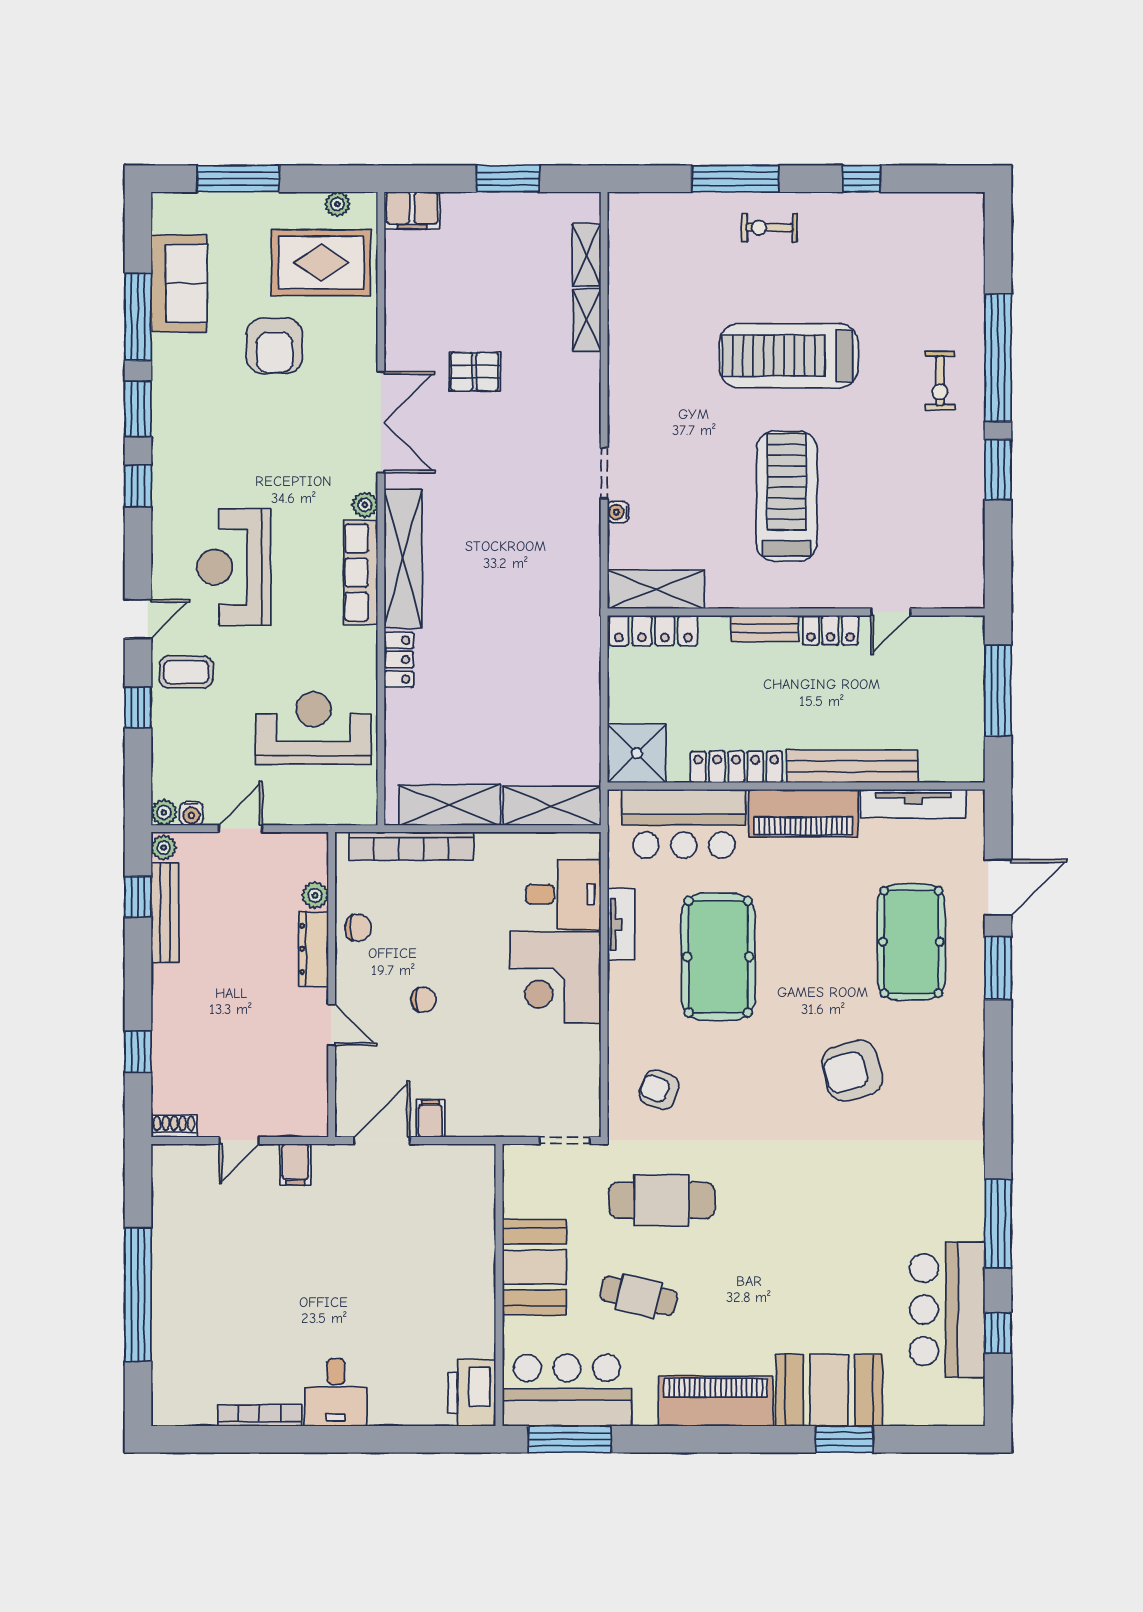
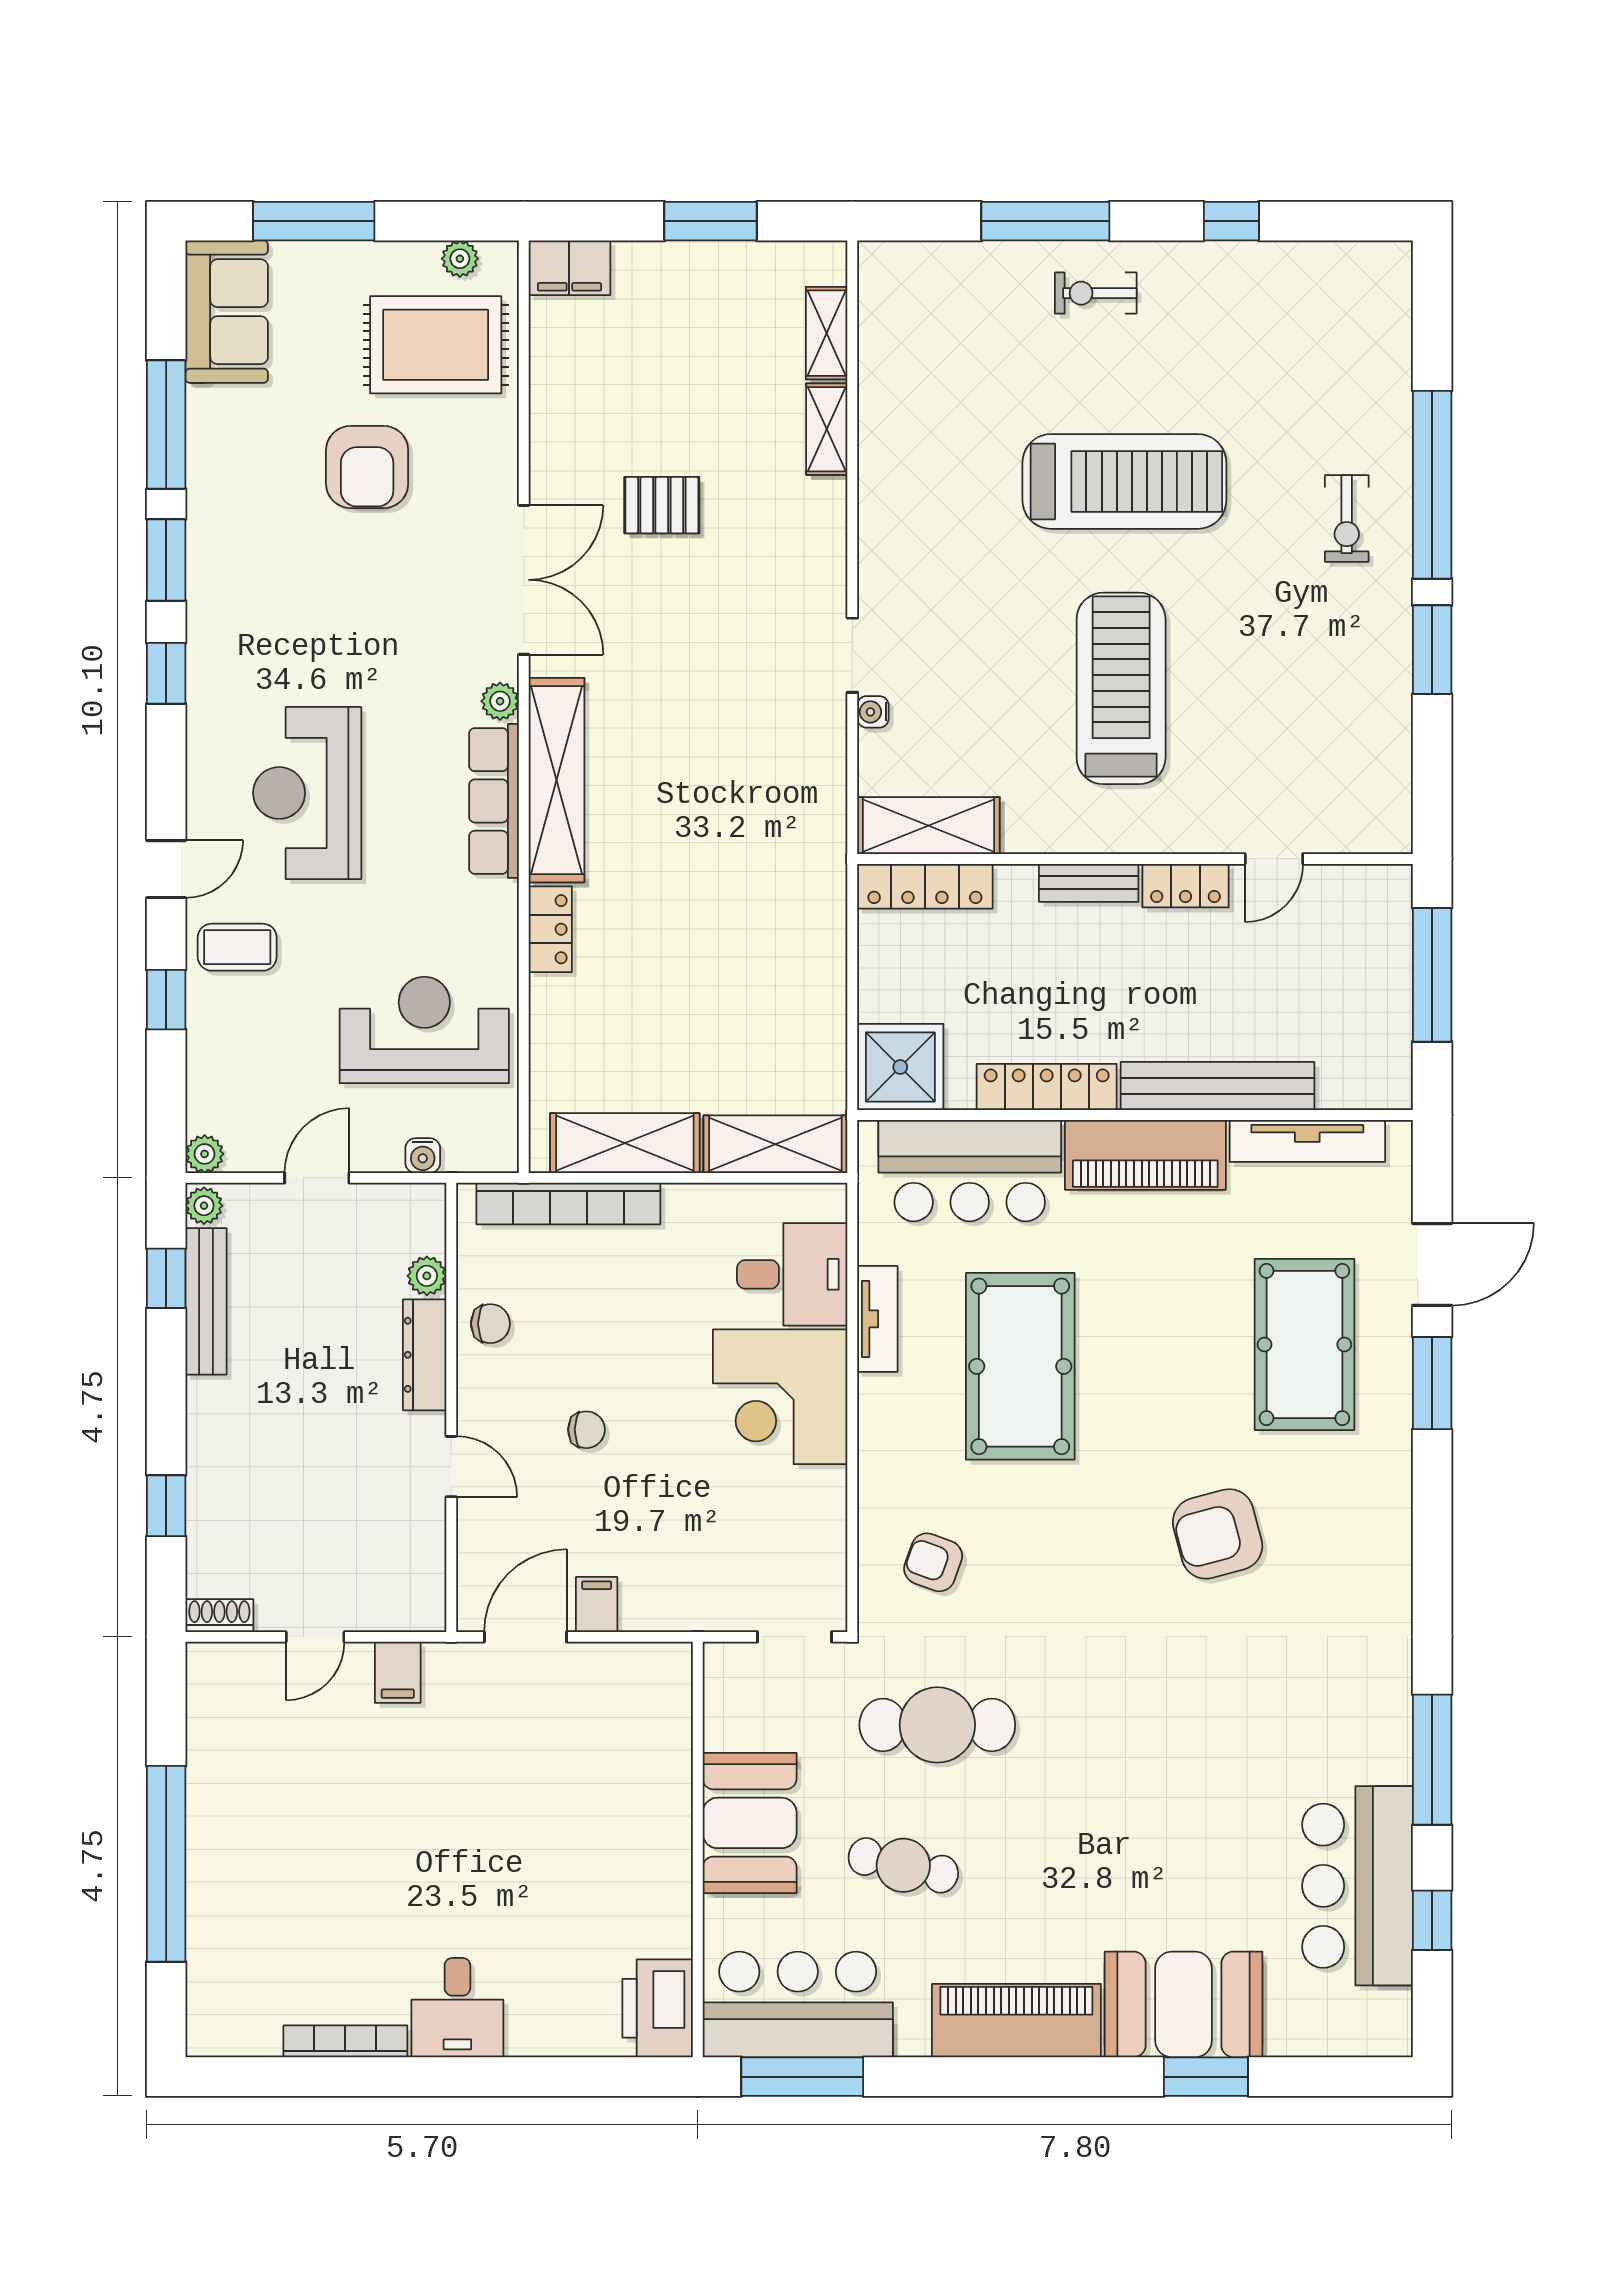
sofa: (179, 283) -> (227, 312), moved
treadmill: (789, 356) -> (1124, 481), turned 180
water cooler: (191, 814) -> (423, 1156), moved

